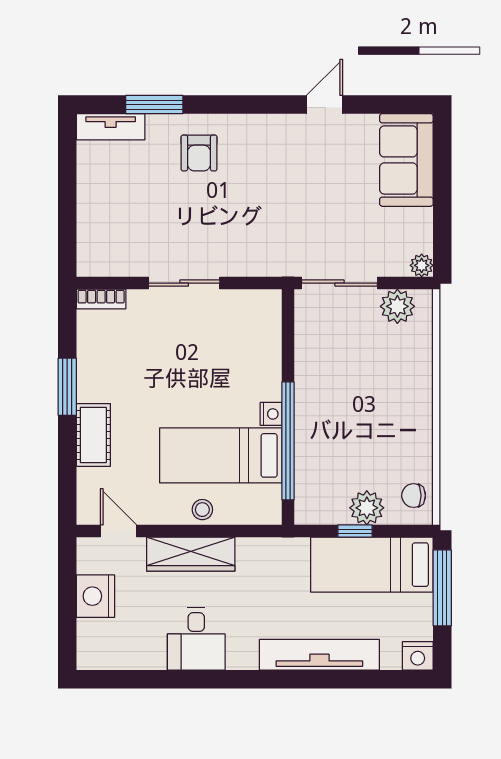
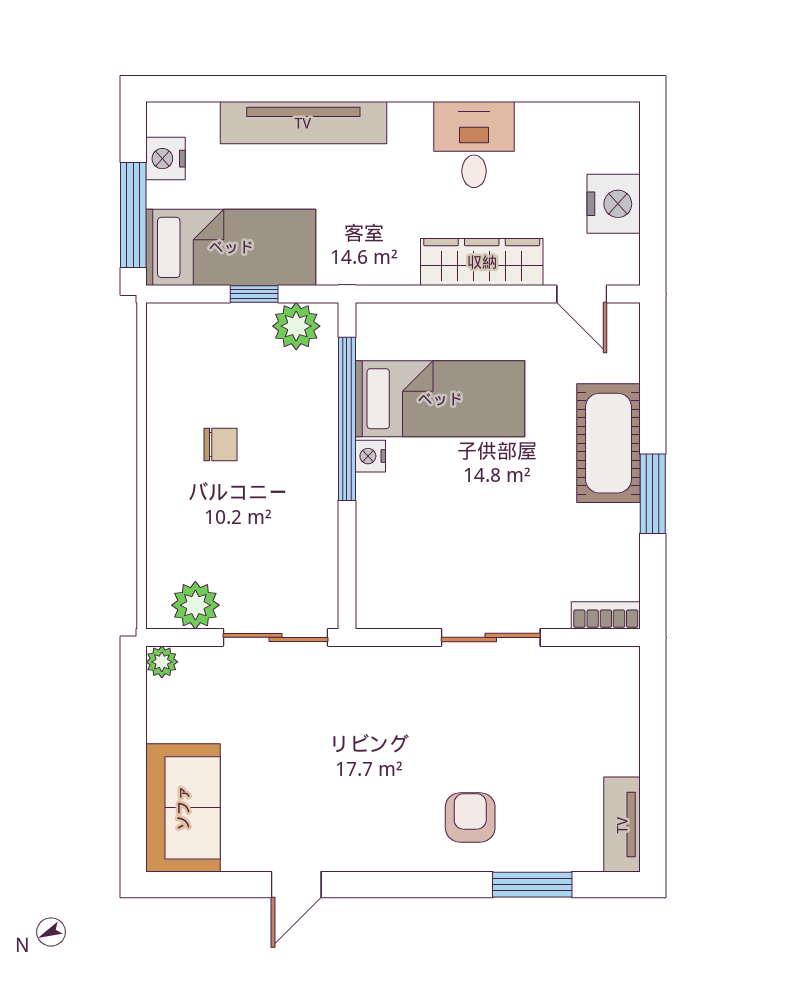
tv unit: (111, 127) -> (622, 825), moved, turned -90
cot: (93, 435) -> (608, 443), width x1.37, depth x1.34
chair: (414, 496) -> (220, 444), moved
plant: (367, 508) -> (296, 326), moved
stool: (202, 510) -> (466, 324), removed
nightstand: (418, 656) -> (166, 159), moved, turned -90

